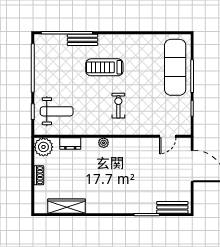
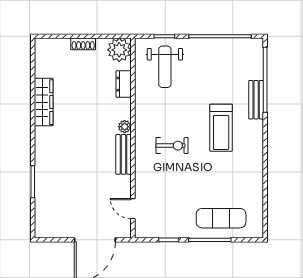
treadmill: (104, 67) -> (221, 128), turned 180
exercise mat: (175, 67) -> (221, 218), width x0.73, depth x0.69
wardrobe: (67, 206) -> (44, 102), moved
bench: (172, 207) -> (124, 154), moved

